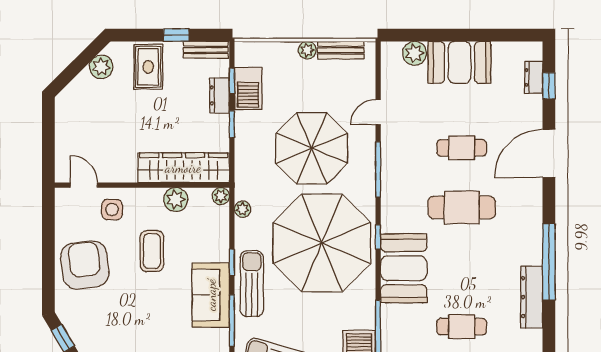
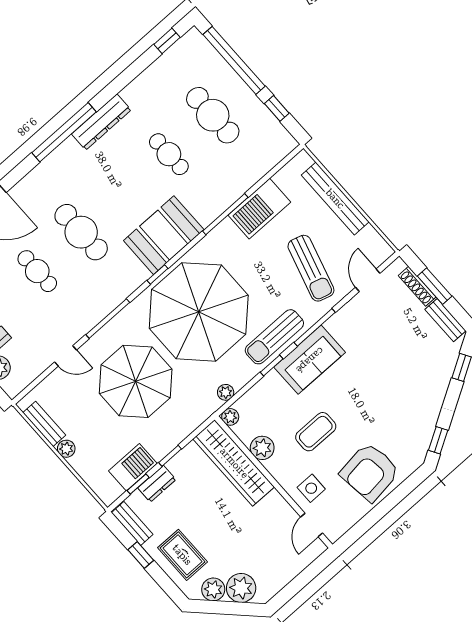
rug: (148, 67) -> (182, 555), turned 90
plant: (84, 89) -> (241, 588), added

